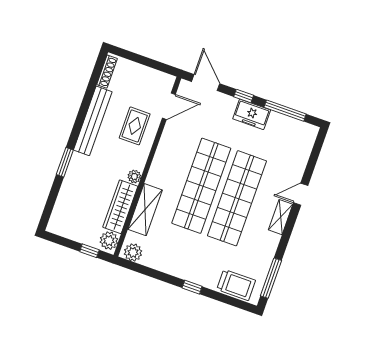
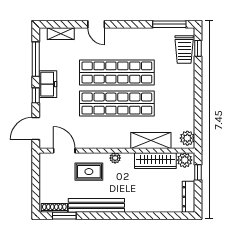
window: (65, 162) -> (64, 216), moved
plant: (134, 177) -> (115, 158), moved
shelving: (281, 217) -> (61, 34), moved
dresser: (65, 230) -> (189, 197), added
trolley: (236, 285) -> (184, 49), turned 180
window: (192, 287) -> (198, 48), moved

